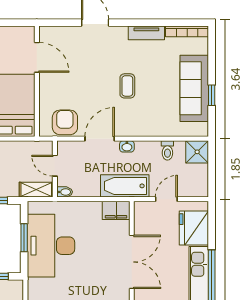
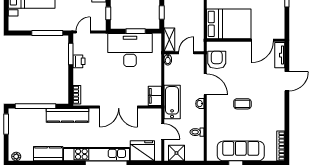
tv unit: (146, 33) -> (280, 55), moved
armchair: (65, 122) -> (217, 60), turned -90
shower: (197, 152) -> (176, 153), moved

